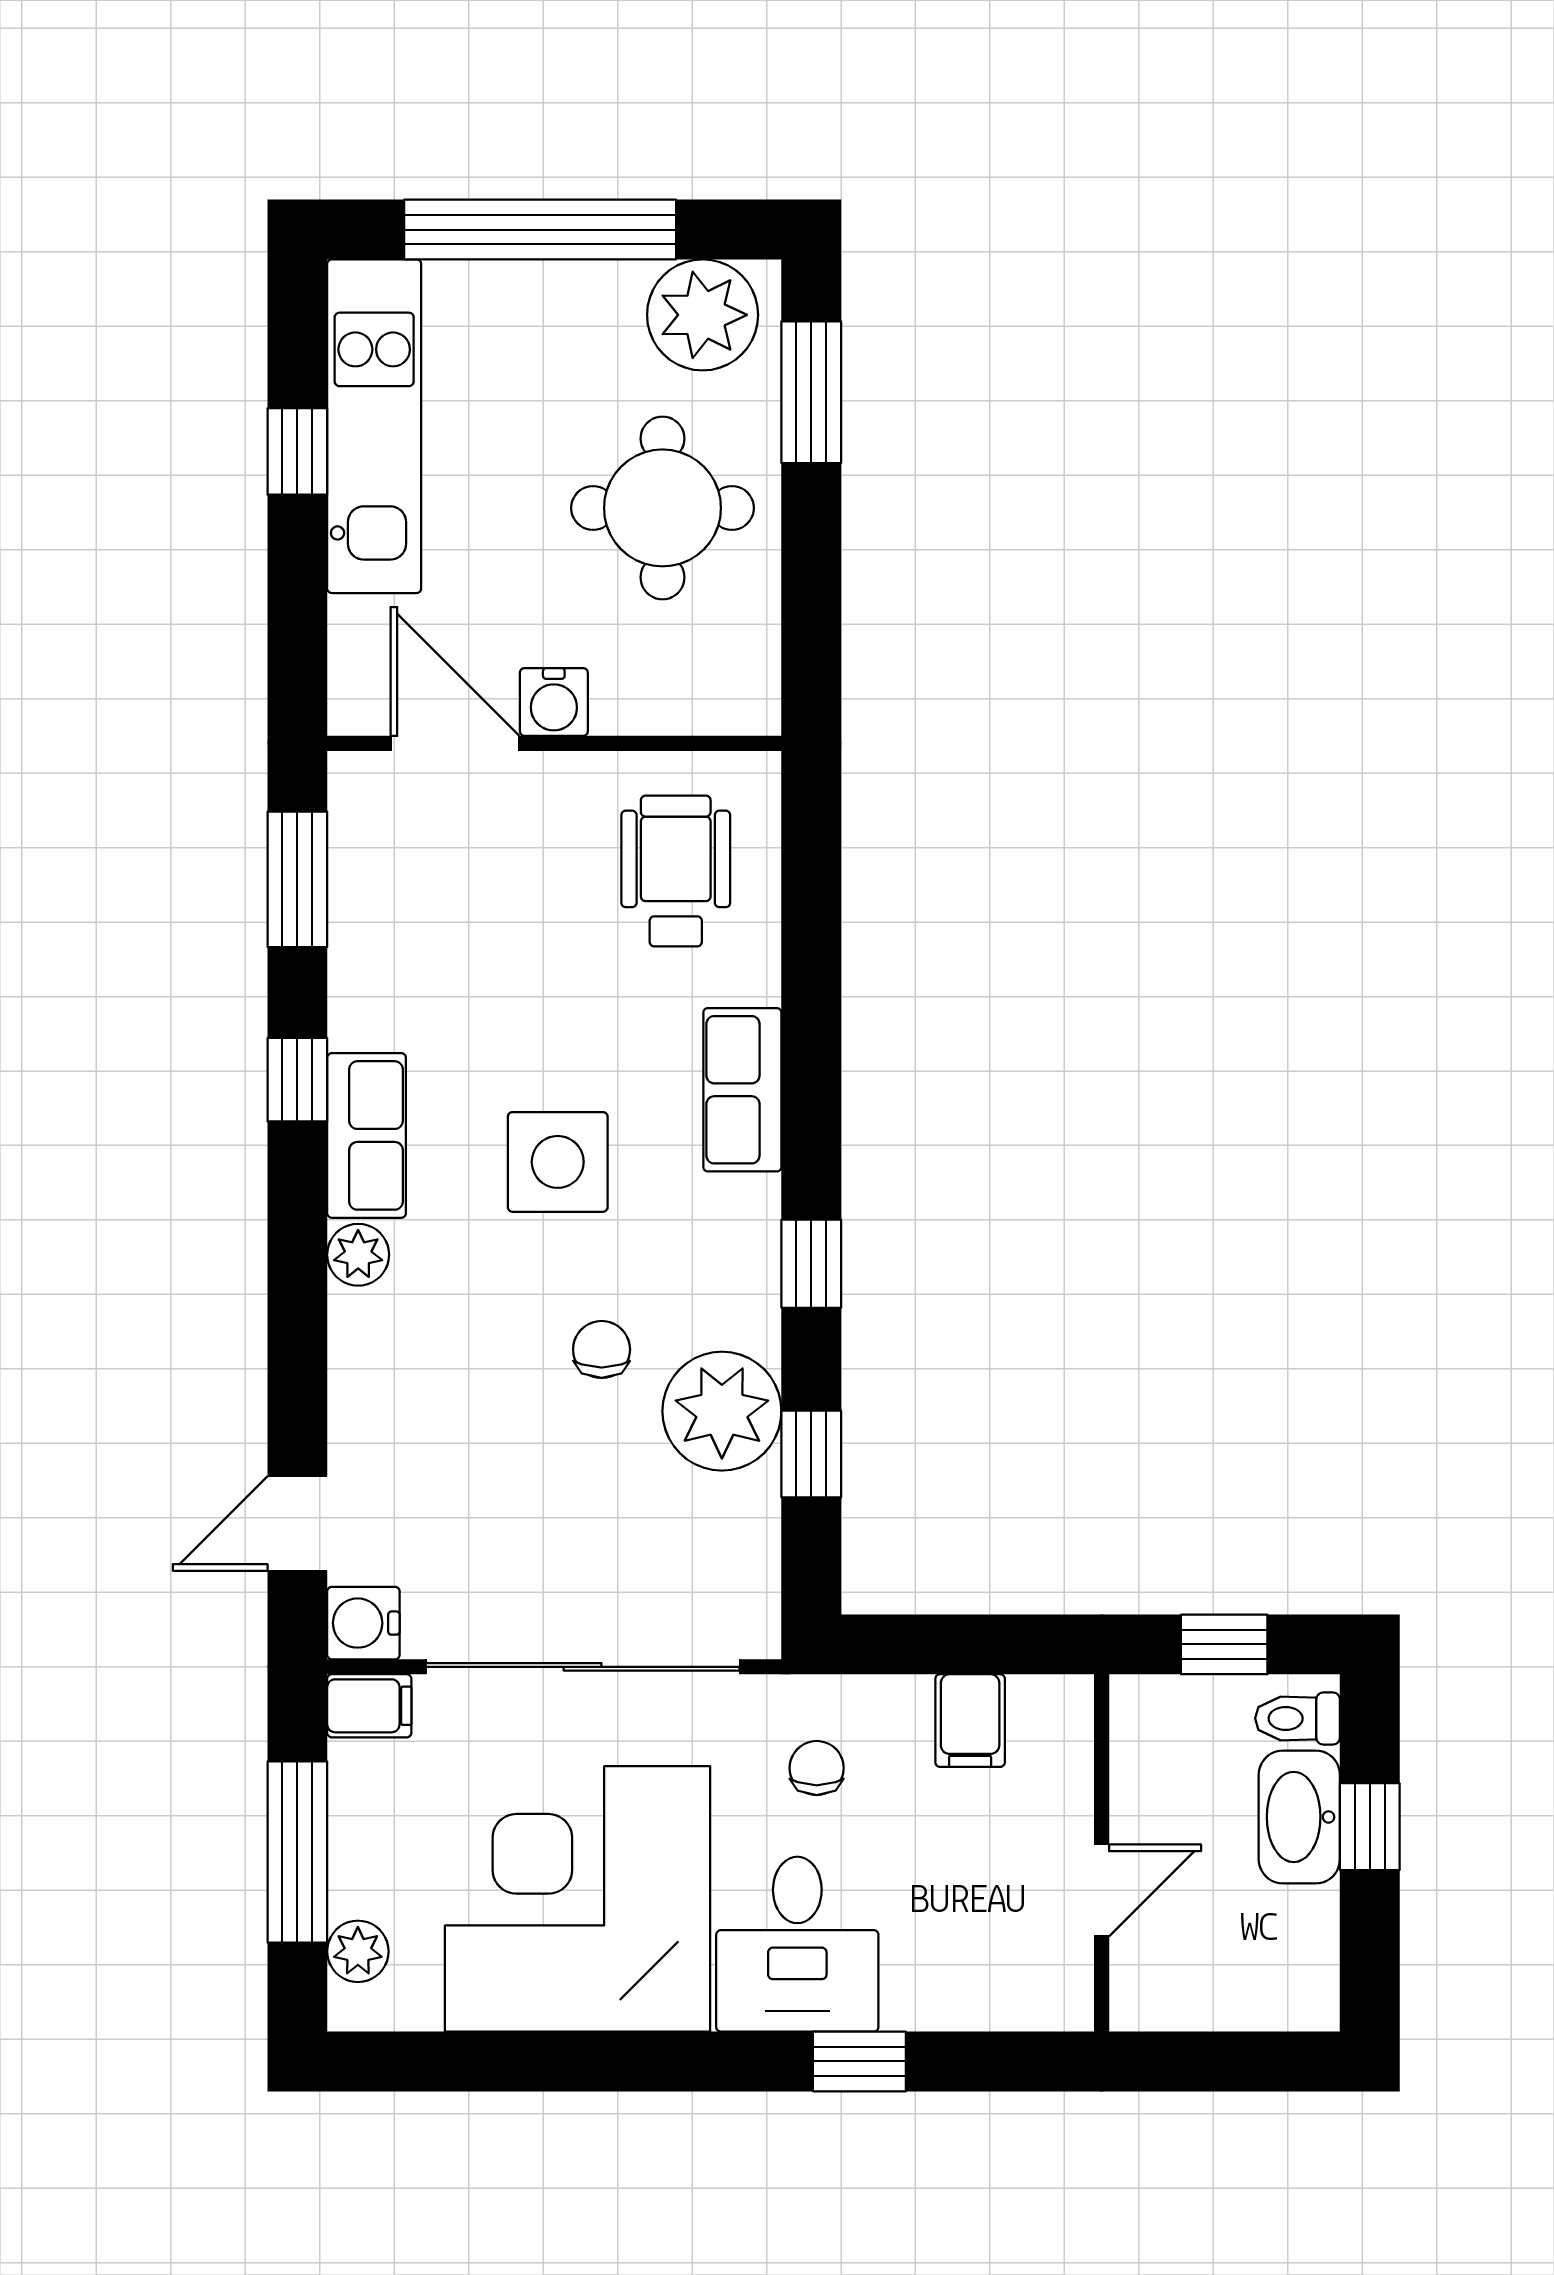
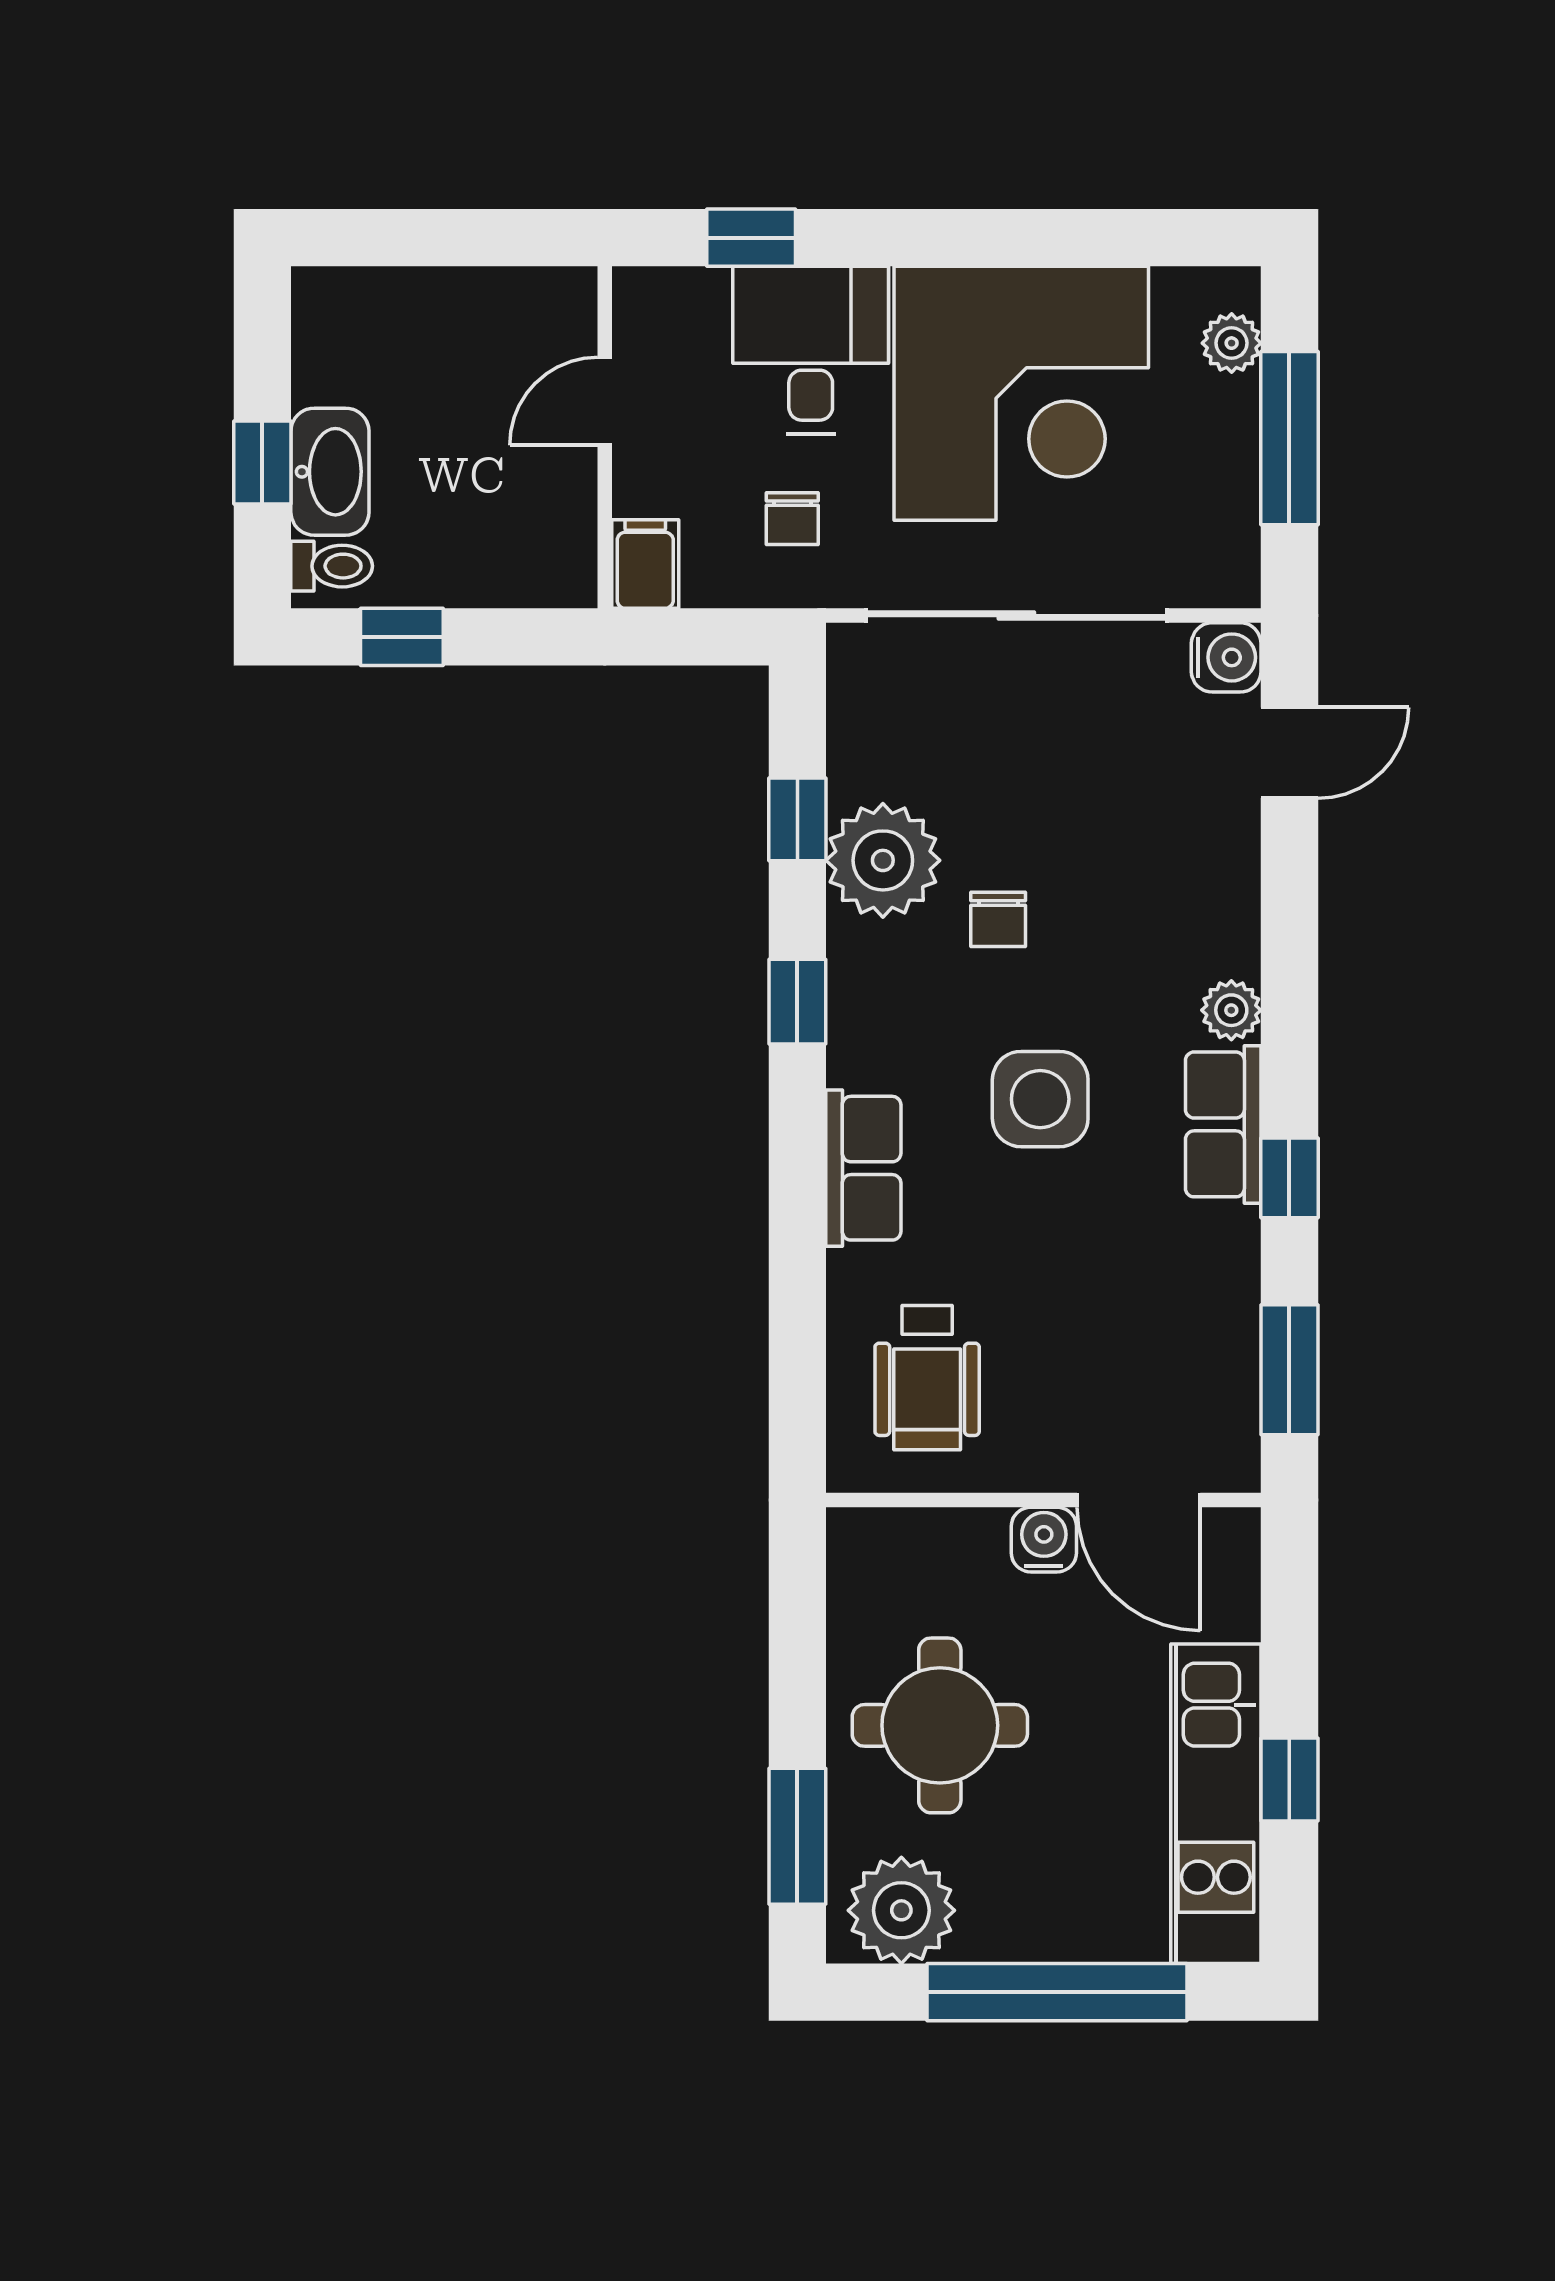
filing cabinet: (369, 1706) -> (1221, 578), removed
wall: (1102, 1853) -> (605, 437), moved
door: (1102, 1890) -> (605, 401), moved

